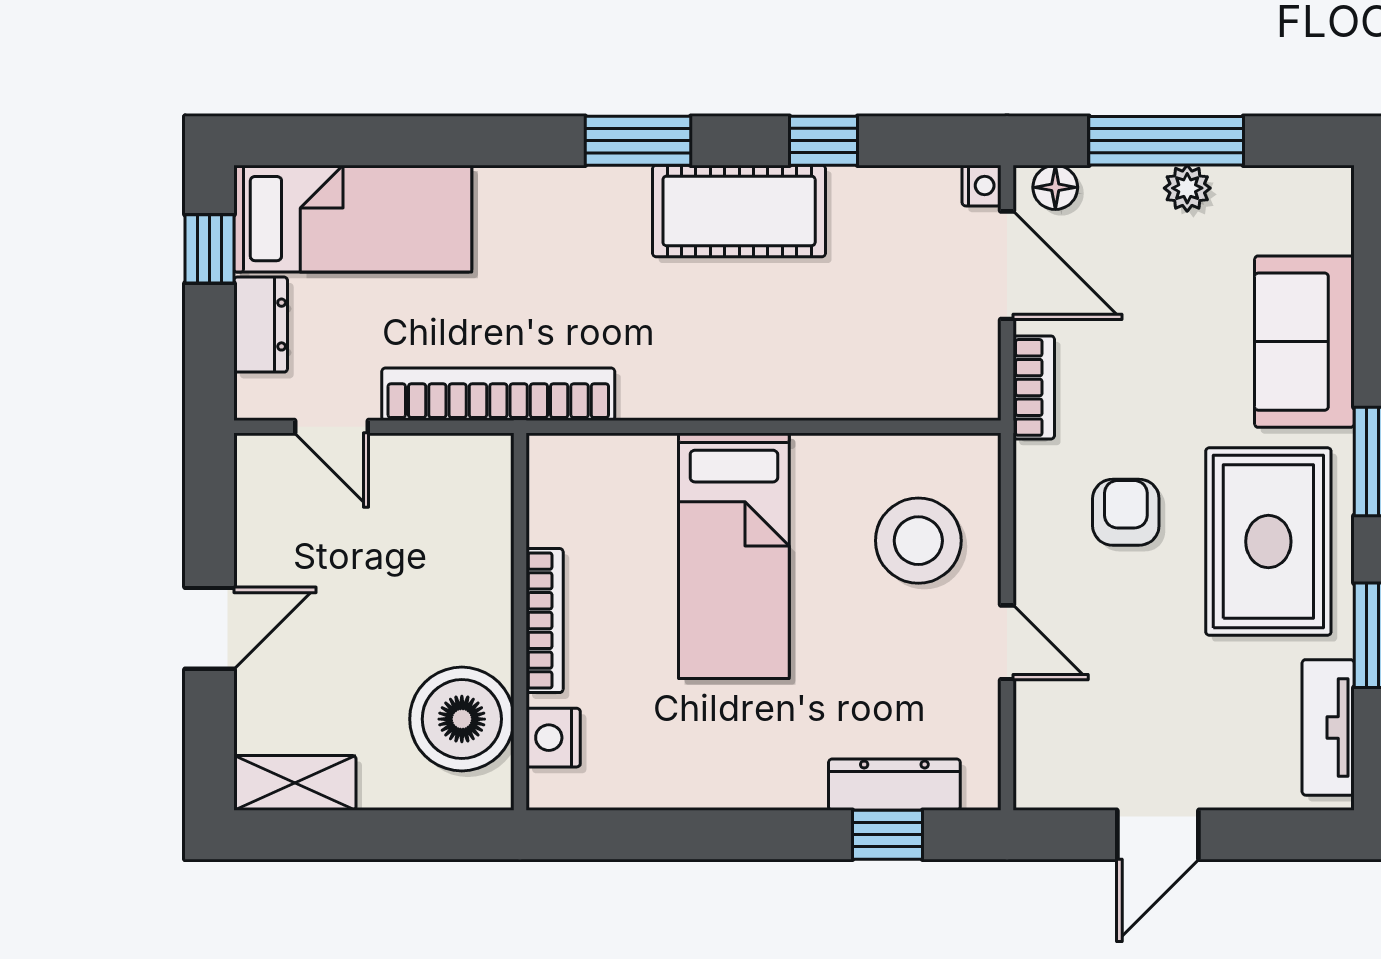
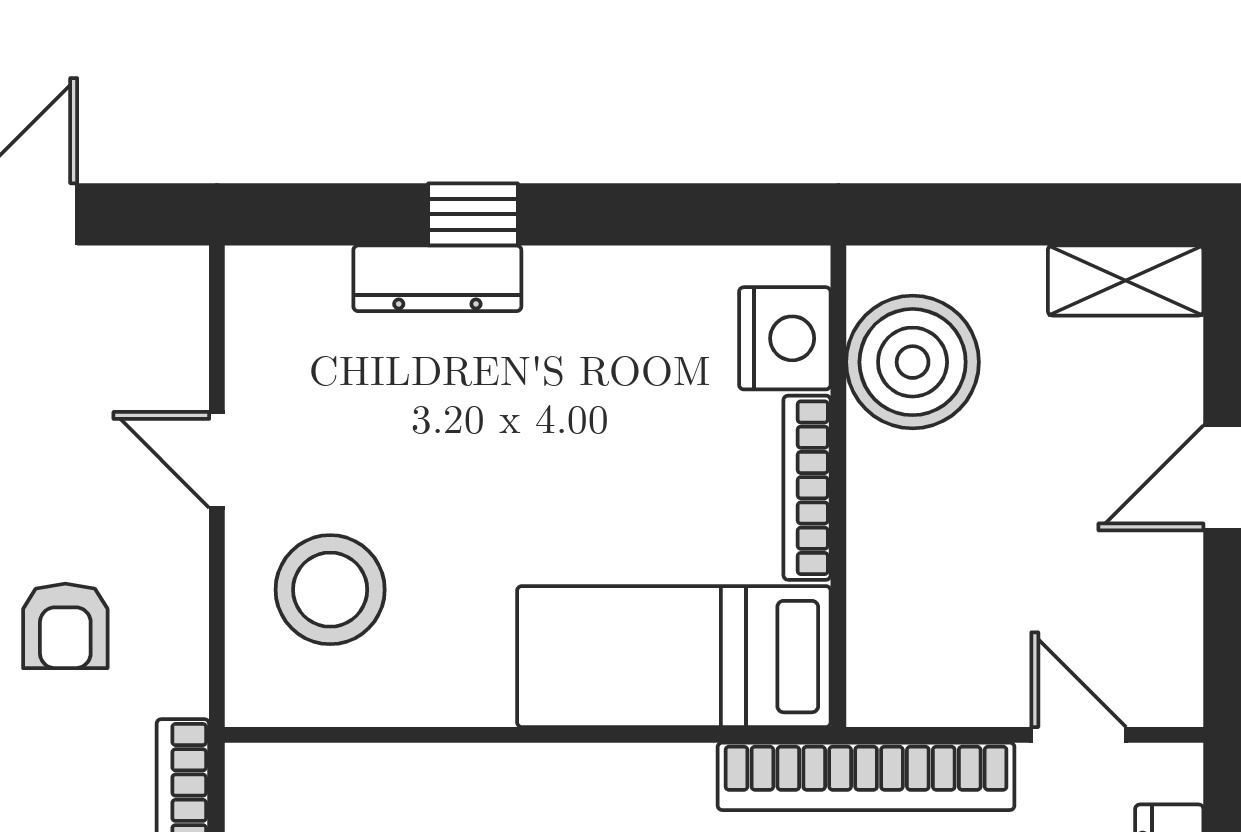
bed: (734, 556) -> (674, 657), moved, turned -90
nightstand: (553, 738) -> (785, 338), width x1.36, depth x1.33
dresser: (894, 785) -> (437, 278), moved
window: (888, 835) -> (473, 214), moved

